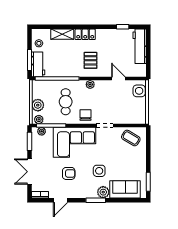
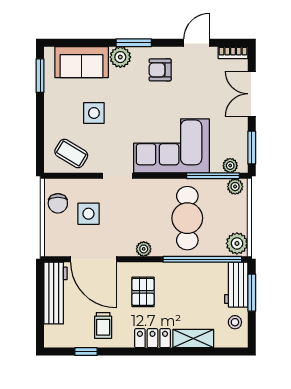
trolley: (113, 41) -> (103, 325), added
workbench: (140, 46) -> (55, 293), moved
door: (118, 79) -> (93, 259), width x1.88
side table: (139, 91) -> (88, 214), moved
cafe table: (66, 102) -> (187, 218), width x1.37, depth x1.35
plant: (38, 105) -> (237, 243), moved
chair: (85, 115) -> (58, 203), moved
side table: (99, 171) -> (94, 113), moved
double door: (29, 172) -> (252, 94), swing flipped
armchair: (69, 173) -> (160, 70), moved

